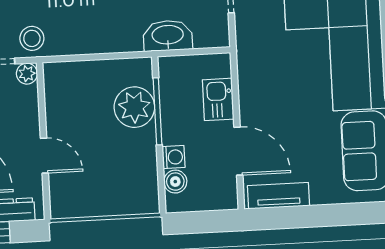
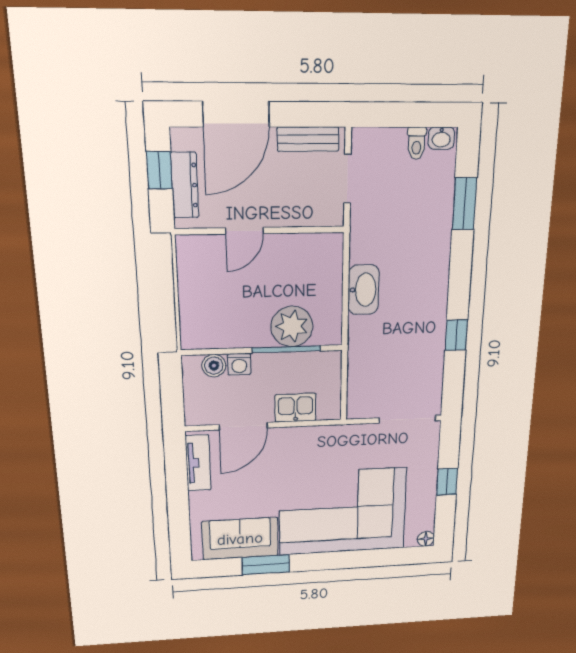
washbasin: (168, 36) -> (363, 290), moved
stool: (32, 38) -> (370, 222), removed
plant: (27, 74) -> (333, 215), removed

